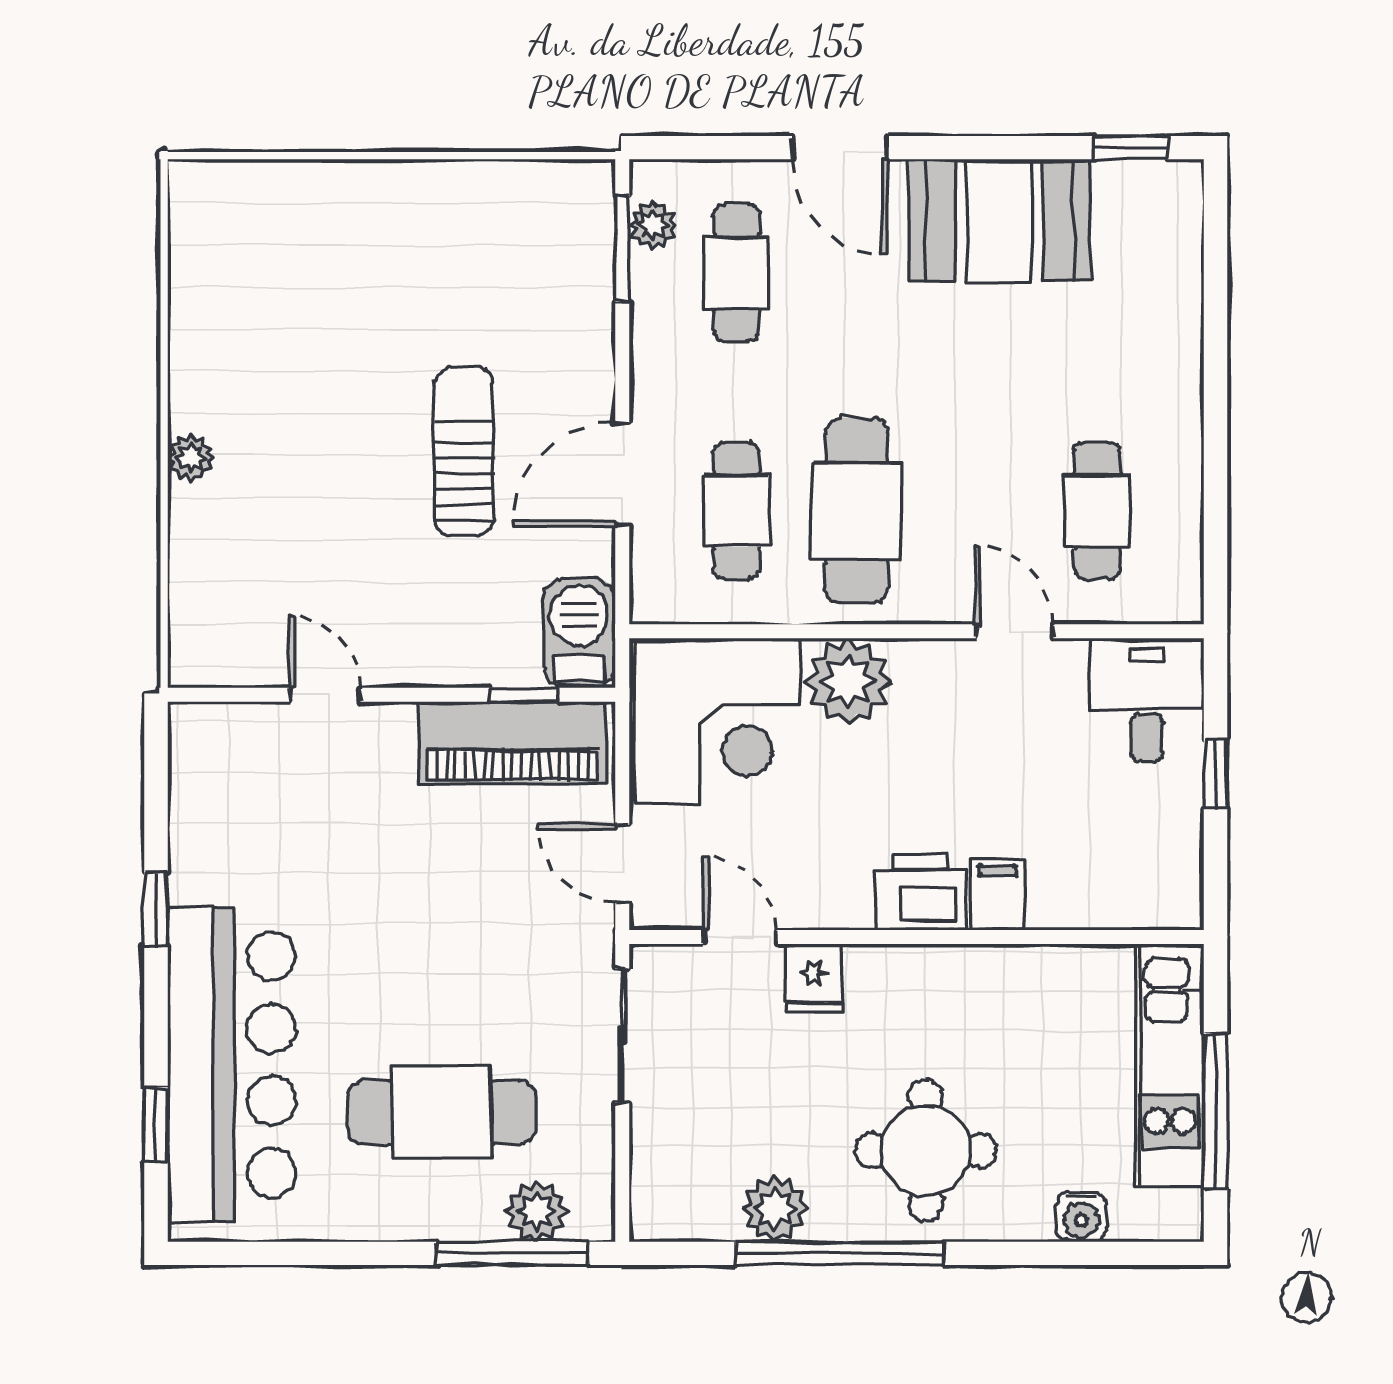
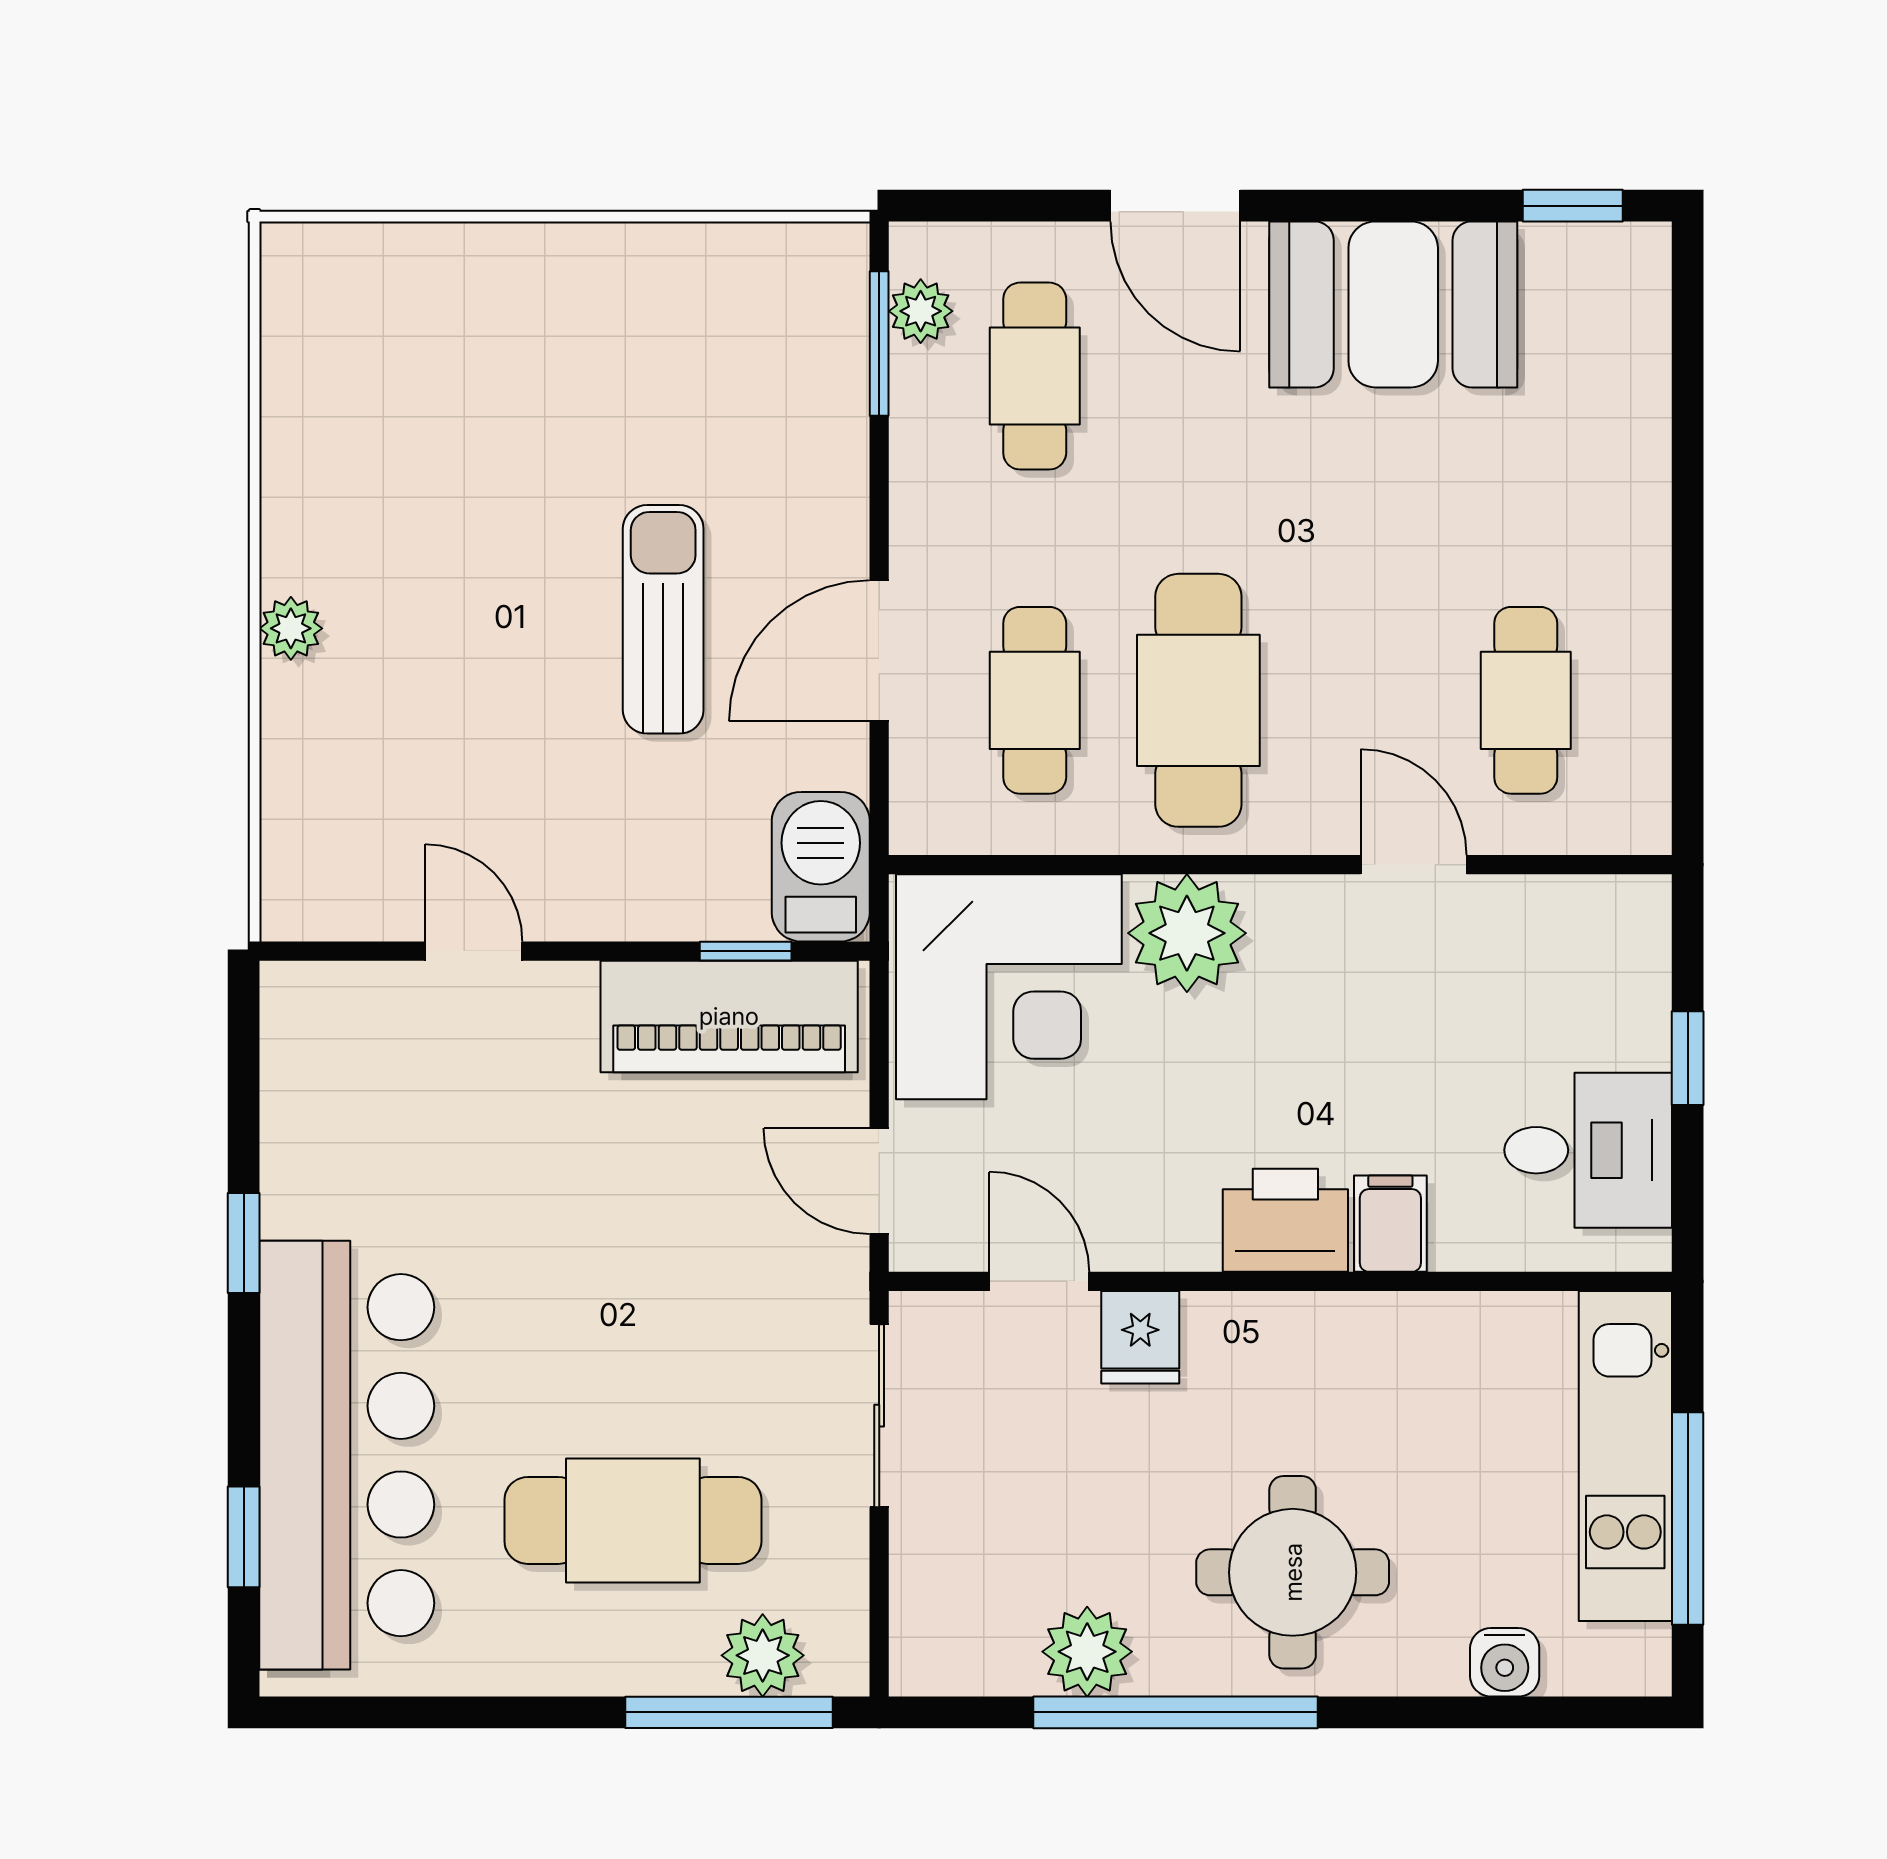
desk: (1147, 700) -> (1588, 1150), moved, turned 90

